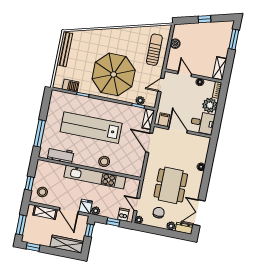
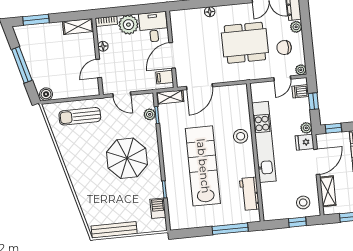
window: (204, 19) -> (22, 65), width x2.17
boiler: (175, 44) -> (46, 94), moved
parasol: (114, 74) -> (127, 158), width x0.73, depth x0.73
lab bench: (91, 128) -> (203, 166), turned 180

